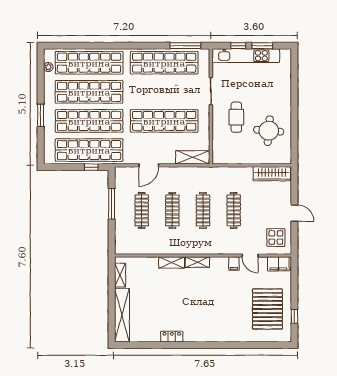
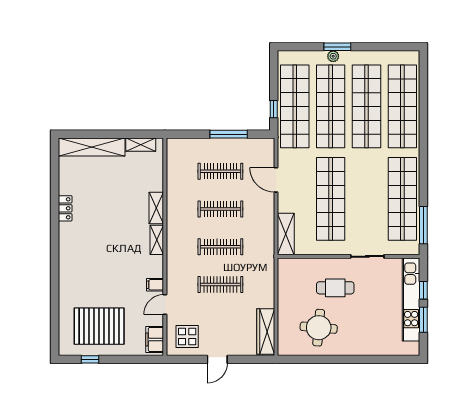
plant: (48, 67) -> (333, 56), moved

